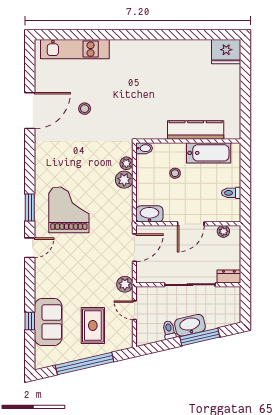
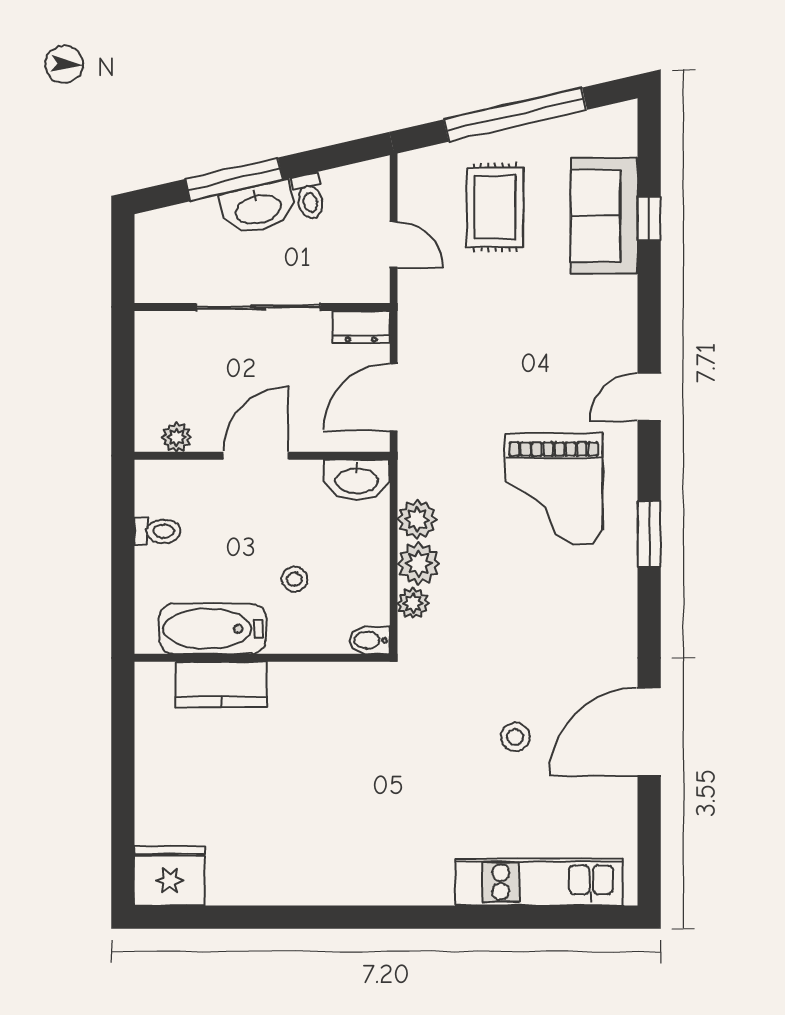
kitchen counter: (196, 130) -> (221, 684), width x0.67
window: (30, 207) -> (649, 534), moved
dresser: (229, 277) -> (361, 327), moved
plant: (125, 284) -> (417, 520), moved

